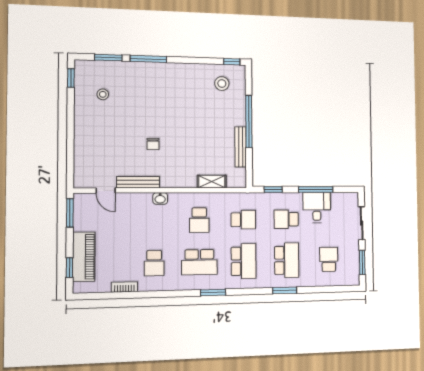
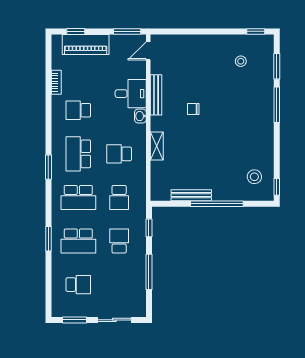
shelving: (212, 182) -> (157, 146), moved
door: (106, 191) -> (148, 51), moved
desk: (317, 207) -> (131, 94), moved

